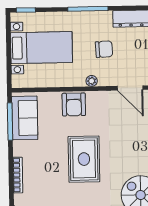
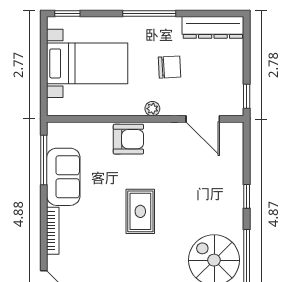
armchair: (74, 104) -> (128, 139), turned -90
sofa: (25, 118) -> (63, 177), moved
rug: (84, 159) -> (140, 211), width x0.73, depth x0.70

